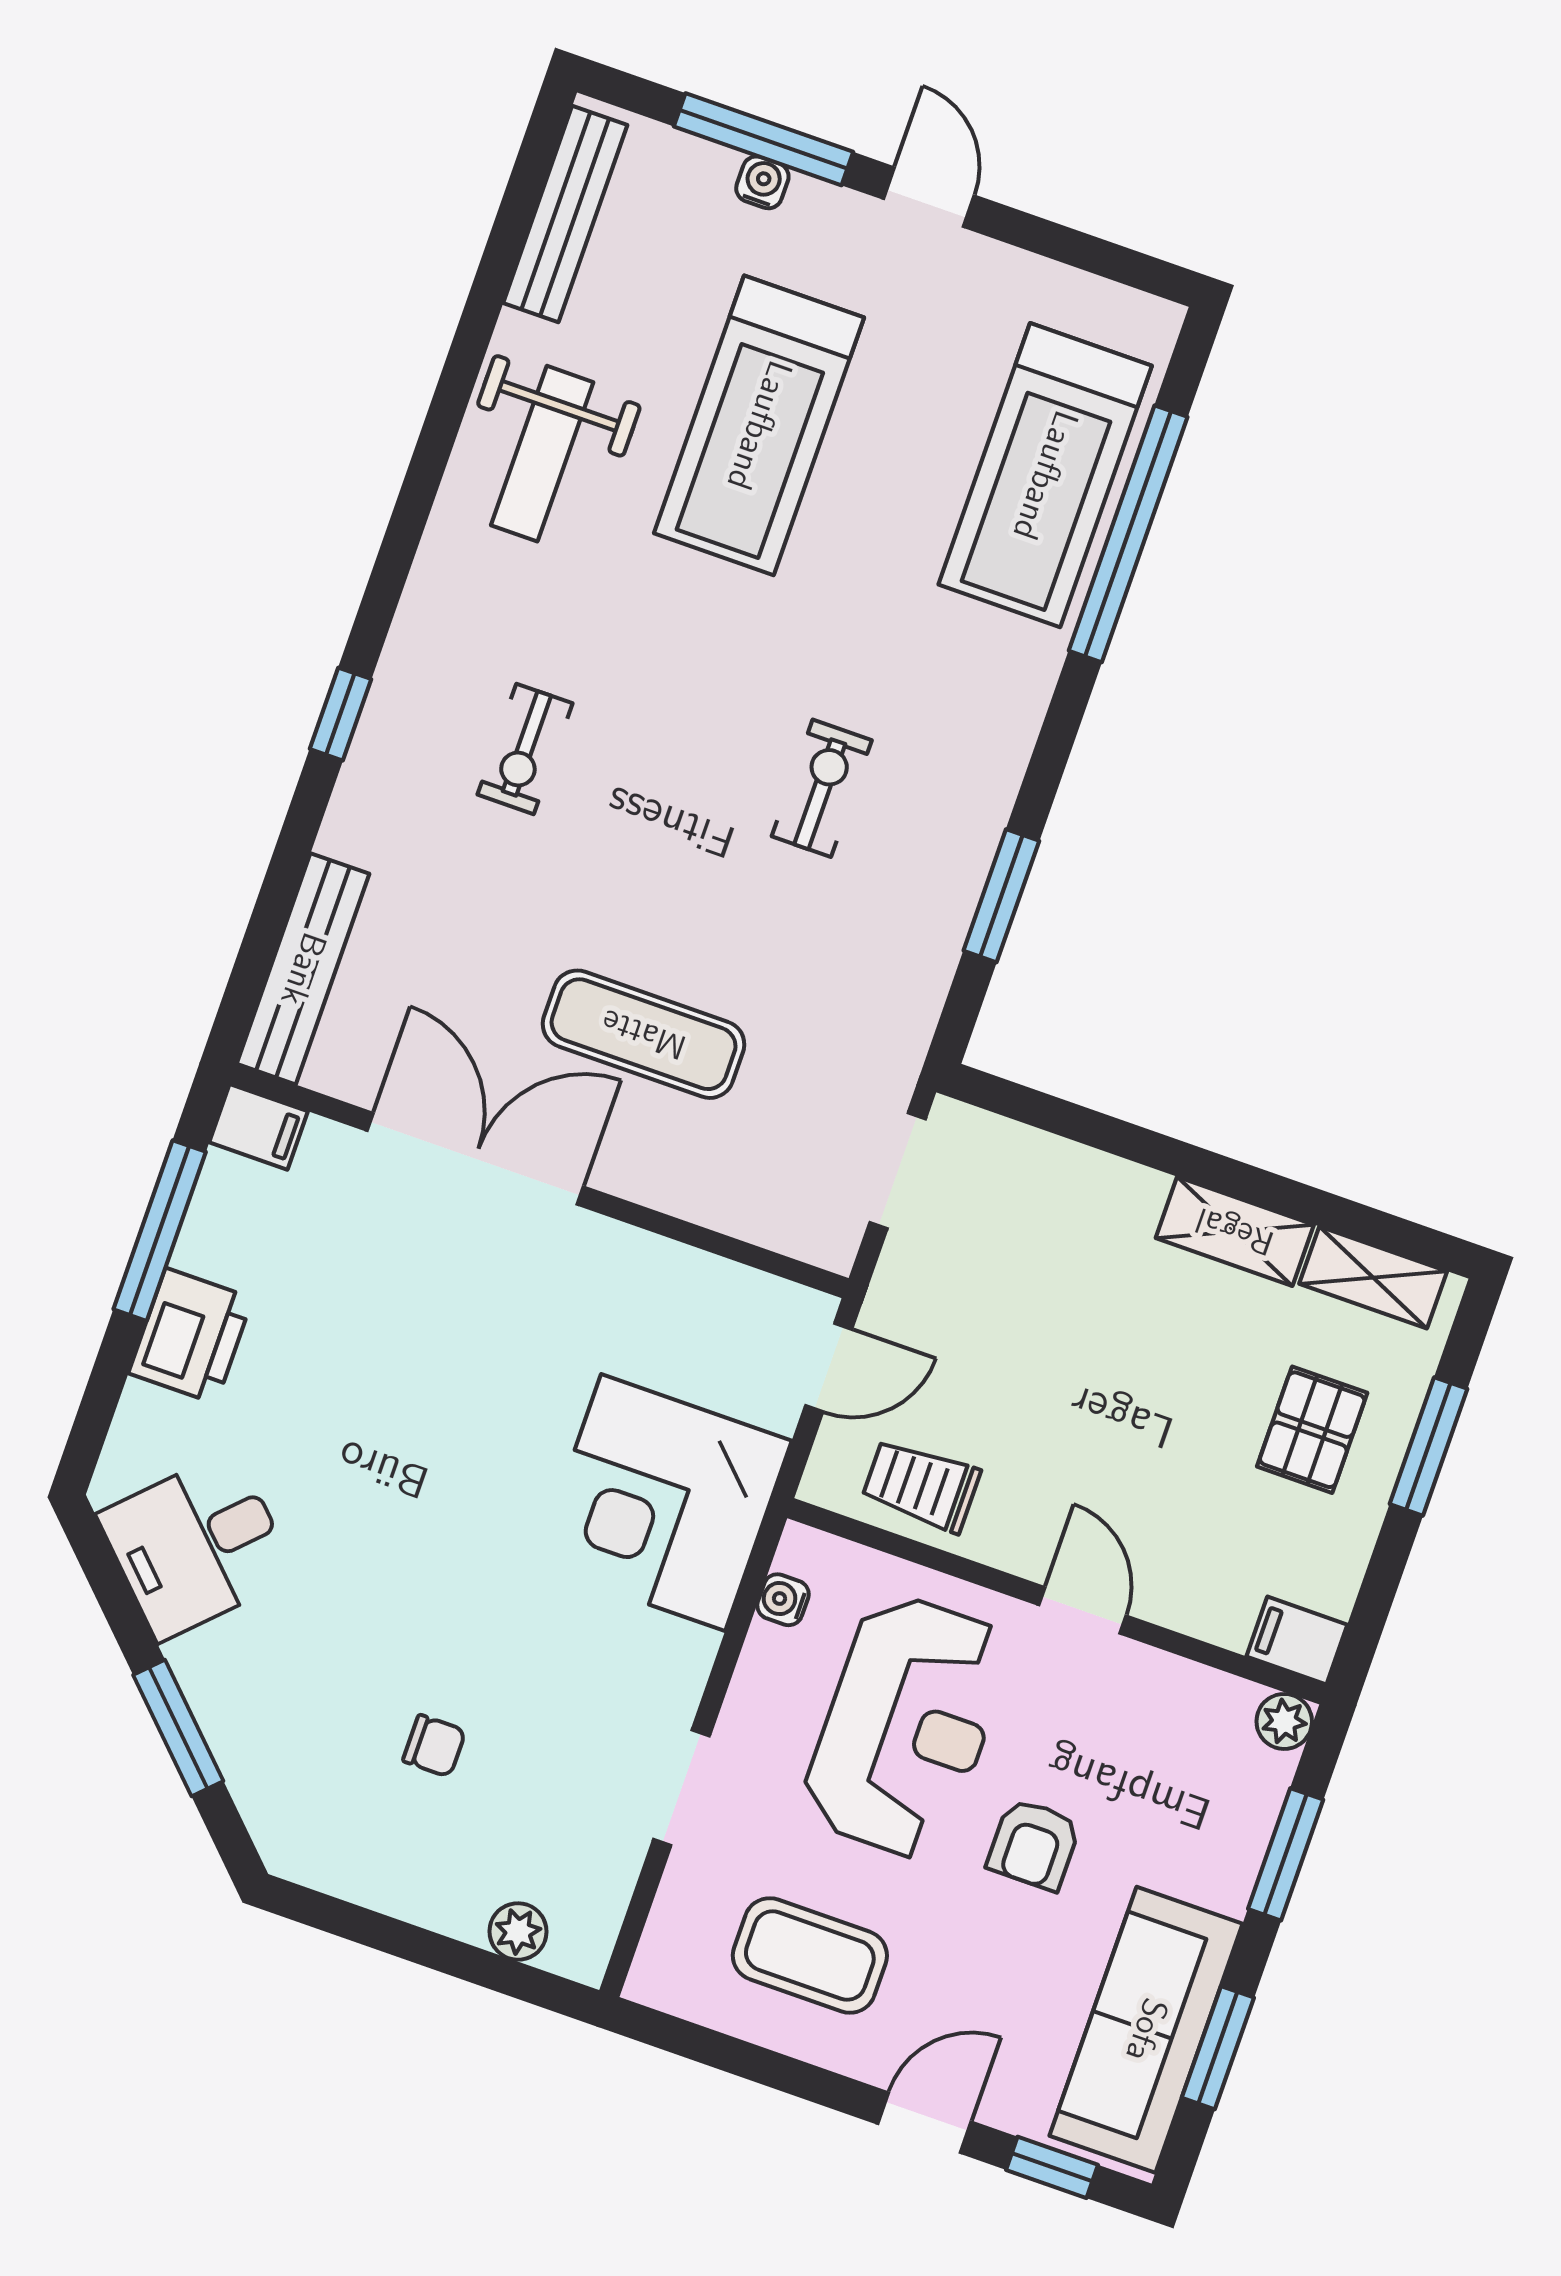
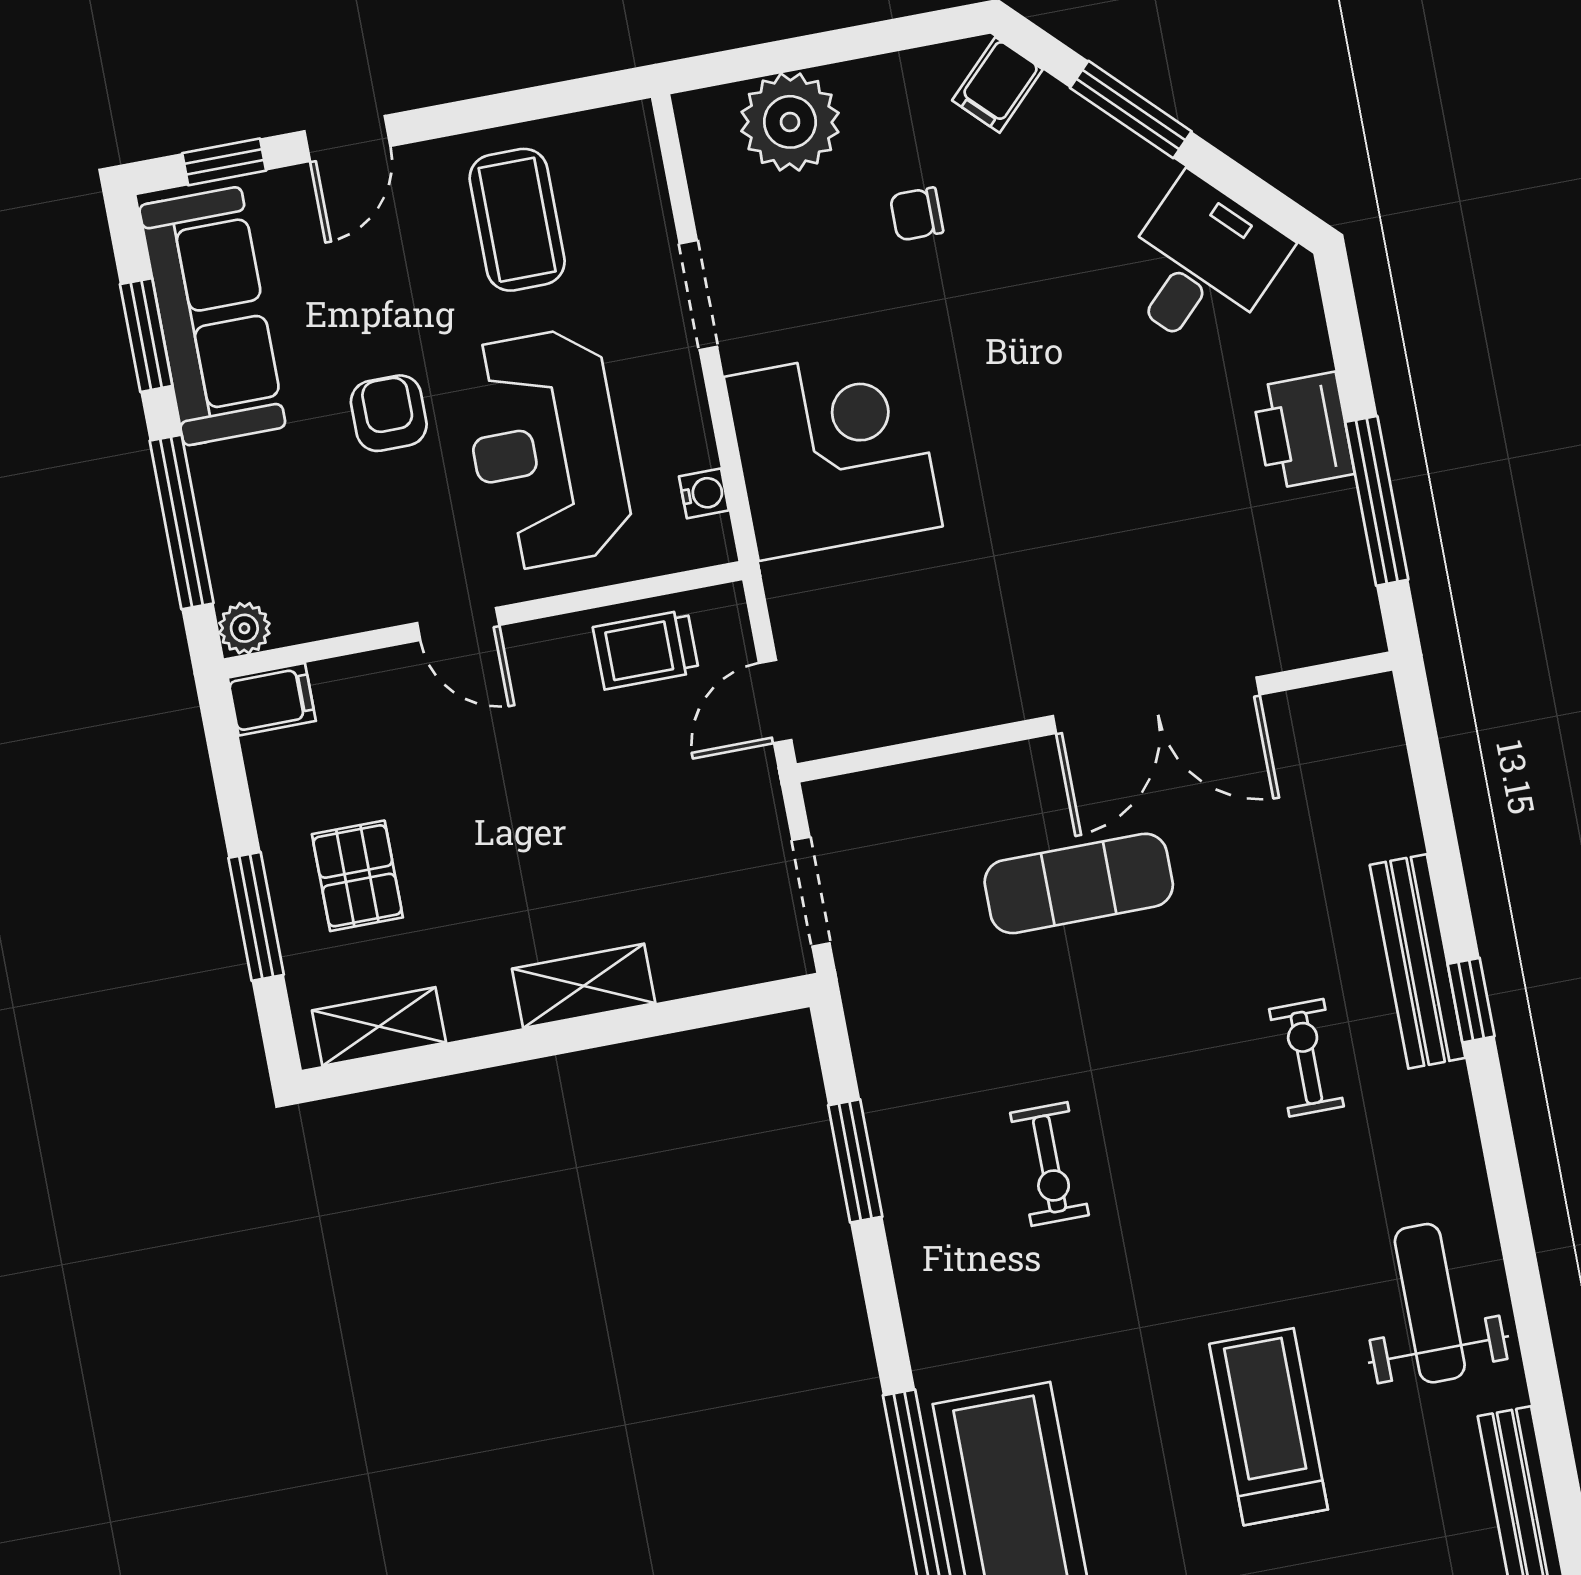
treadmill: (759, 425) -> (1269, 1427), width x0.73, depth x0.73
bench: (303, 969) -> (1418, 961), moved
filing cabinet: (258, 1127) -> (997, 85), moved, turned -45
shelving: (1235, 1231) -> (584, 986), moved
trolley: (921, 1485) -> (646, 650), turned 180
corner desk: (663, 1503) -> (833, 452), moved
window: (1286, 1854) -> (182, 522), width x1.44
plant: (518, 1932) -> (790, 122), width x1.88, depth x1.88
coffee table: (810, 1956) -> (517, 220), turned 90

